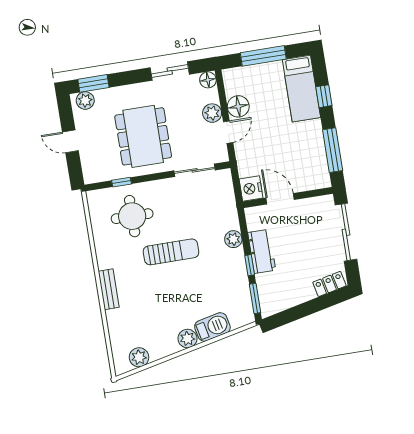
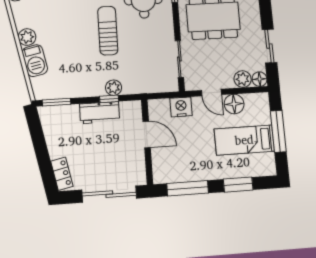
bed: (301, 89) -> (244, 140), moved
window: (324, 96) -> (238, 185), width x1.50
plant: (212, 113) -> (243, 79), moved
nightstand: (251, 189) -> (181, 107), moved
door: (280, 199) -> (147, 134), hinge flipped
sun lounger: (171, 252) -> (108, 31), turned 180
window: (250, 265) -> (109, 99), moved

